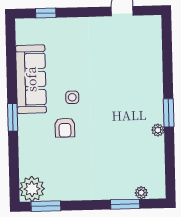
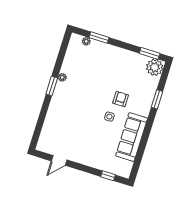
window: (13, 117) -> (157, 99), moved

